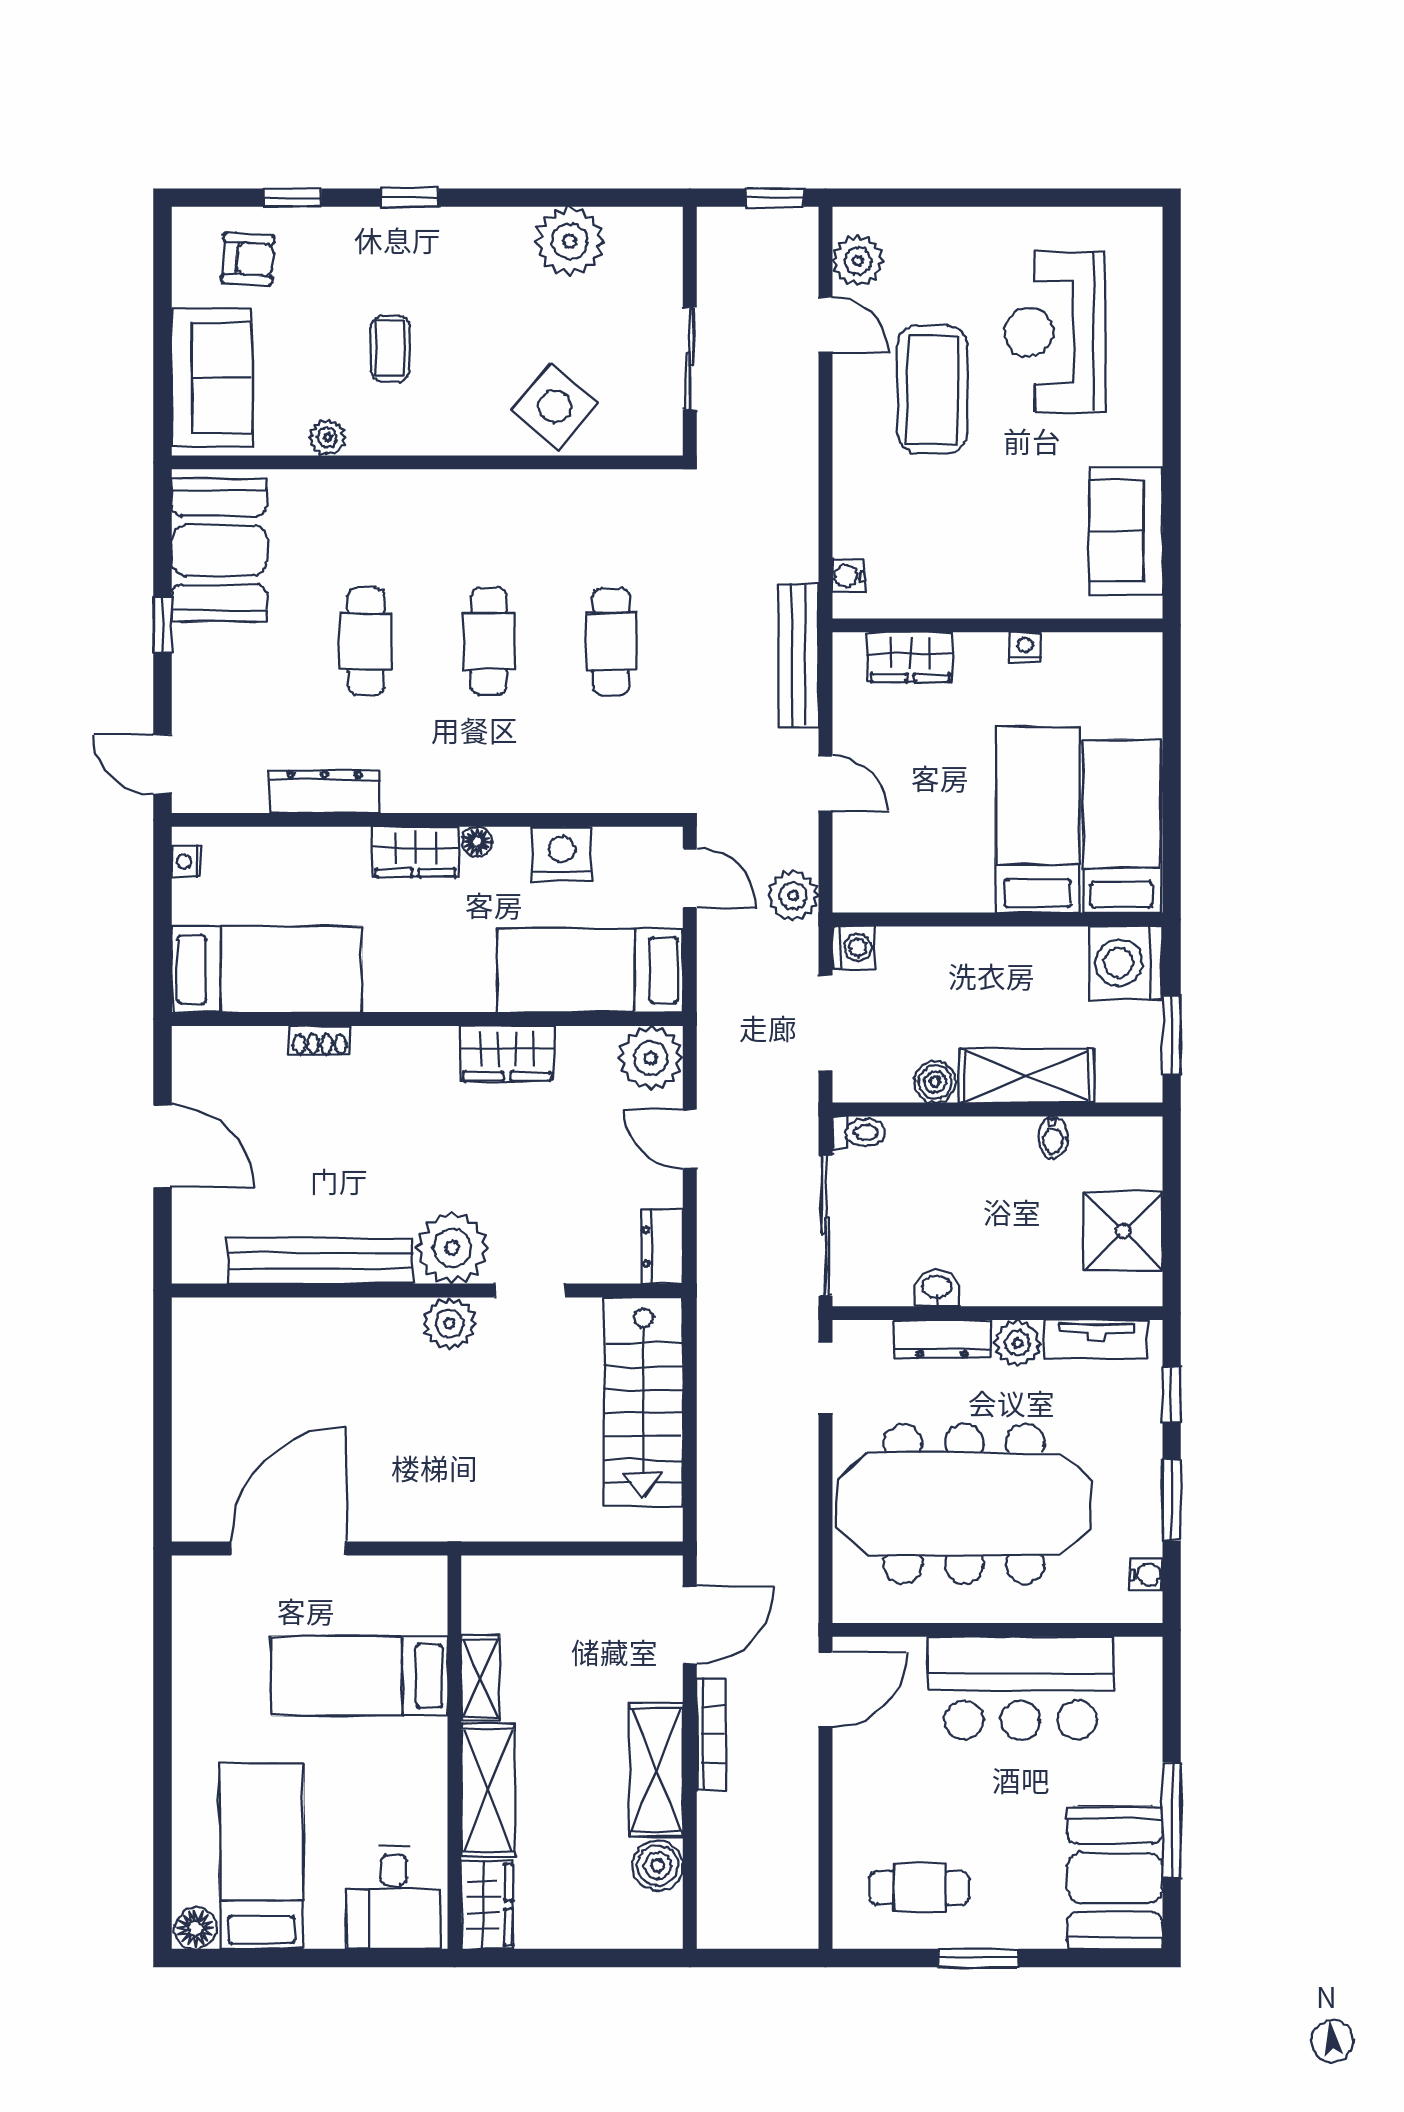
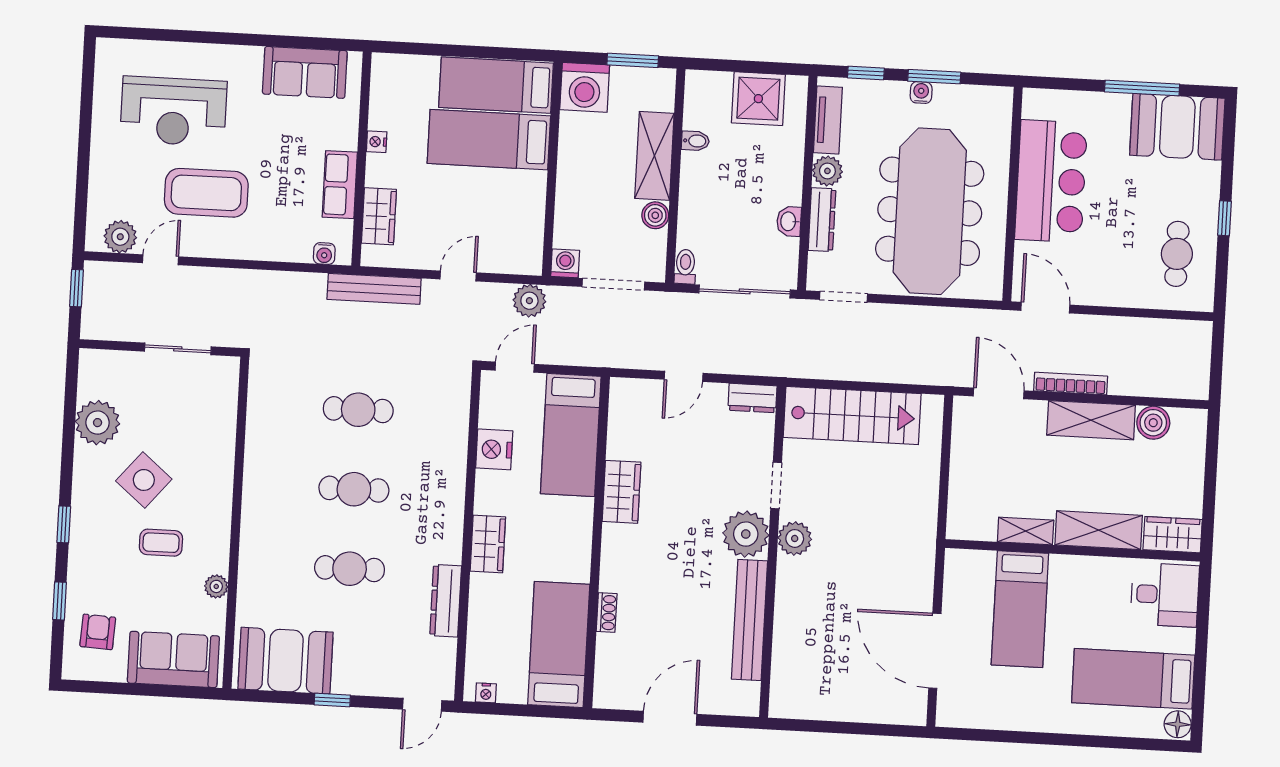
side table: (555, 406) -> (144, 480), moved
row of seats: (956, 594) -> (340, 185), added
floor lamp: (477, 842) -> (483, 504), removed
plant: (651, 1058) -> (630, 399), removed
water cooler: (1146, 1575) -> (921, 93), moved
window: (978, 1958) -> (1224, 218), width x0.67

